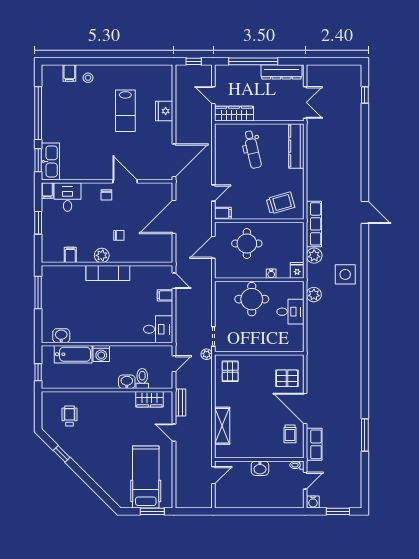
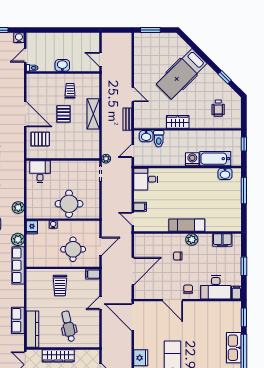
wardrobe: (234, 114) -> (58, 356), moved
door: (174, 160) -> (133, 317), hinge flipped
kitchen sink: (50, 161) -> (234, 348), moved
door: (213, 193) -> (100, 303), moved
desk: (68, 197) -> (216, 287), width x1.37
trolley: (281, 203) -> (60, 285), moved, turned -74
filing cabinet: (70, 255) -> (222, 240), width x2.00
window: (38, 292) -> (244, 190), moved
desk: (290, 312) -> (40, 172), moved, turned 90
pallet: (230, 371) -> (64, 114), moved
washbasin: (127, 382) -> (146, 136), moved
wardrobe: (149, 399) -> (178, 122), moved
shelving: (222, 426) -> (93, 114), moved
trolley: (290, 434) -> (70, 91), moved
row of seats: (314, 444) -> (18, 320), moved
door: (213, 475) -> (100, 60), hinge flipped
hospital bed: (146, 477) -> (182, 74), moved, turned 45

